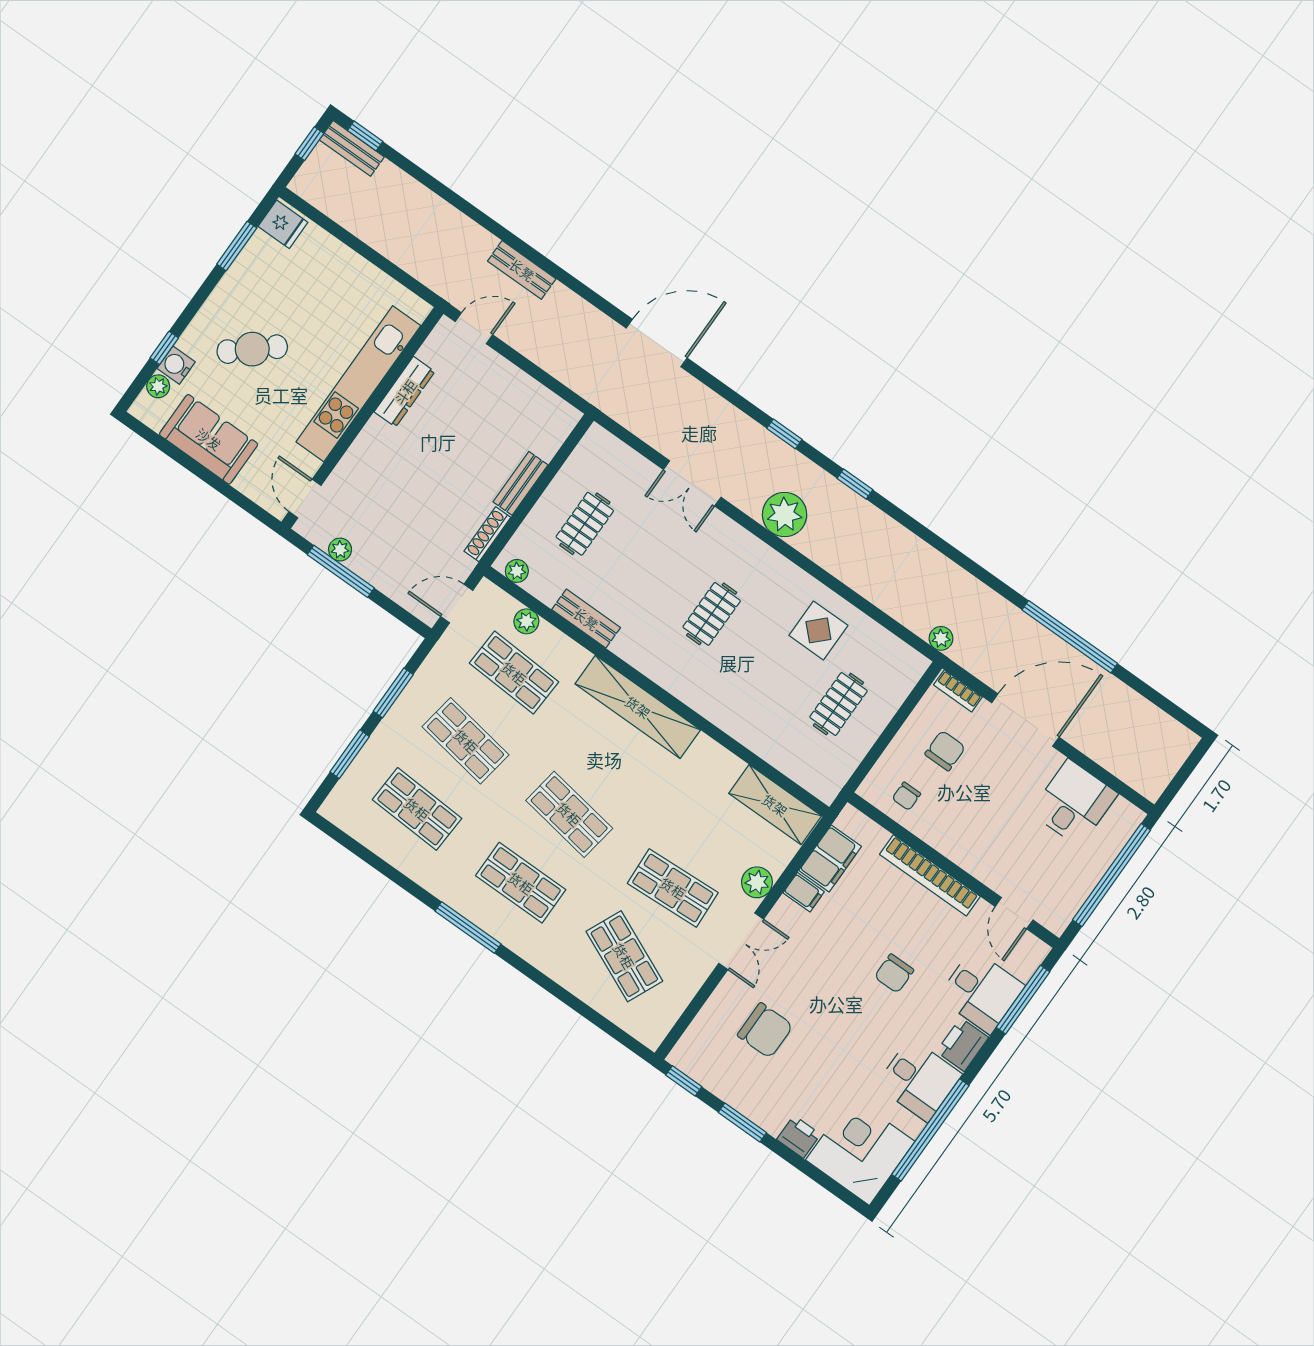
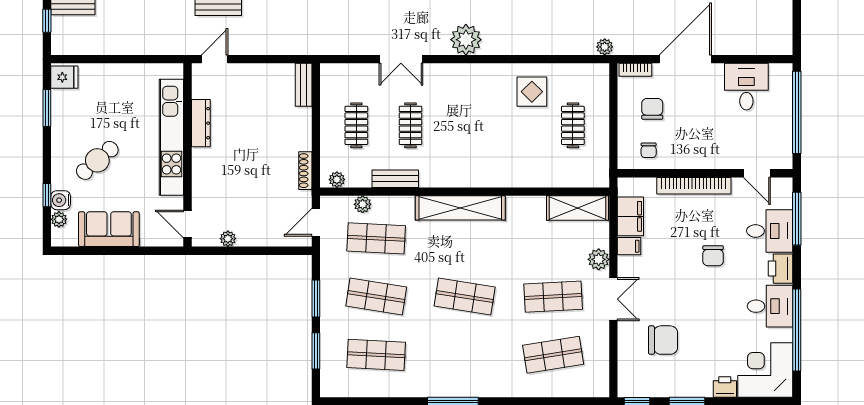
bench: (520, 483) -> (304, 85), moved
window: (341, 571) -> (237, 251), removed
clothes rail: (712, 614) -> (411, 125), moved
shop shelf: (521, 883) -> (465, 355), removed
shop shelf: (624, 956) -> (553, 355), turned -33

